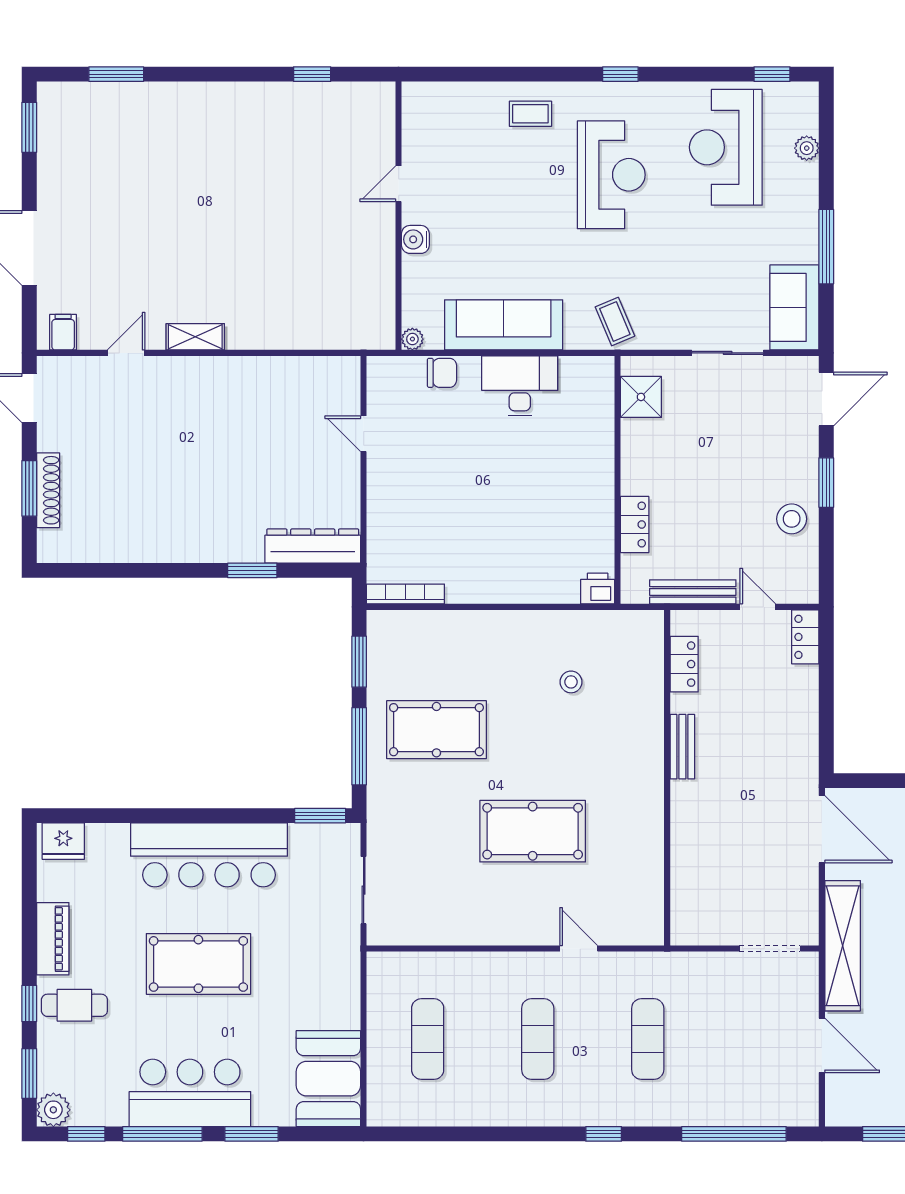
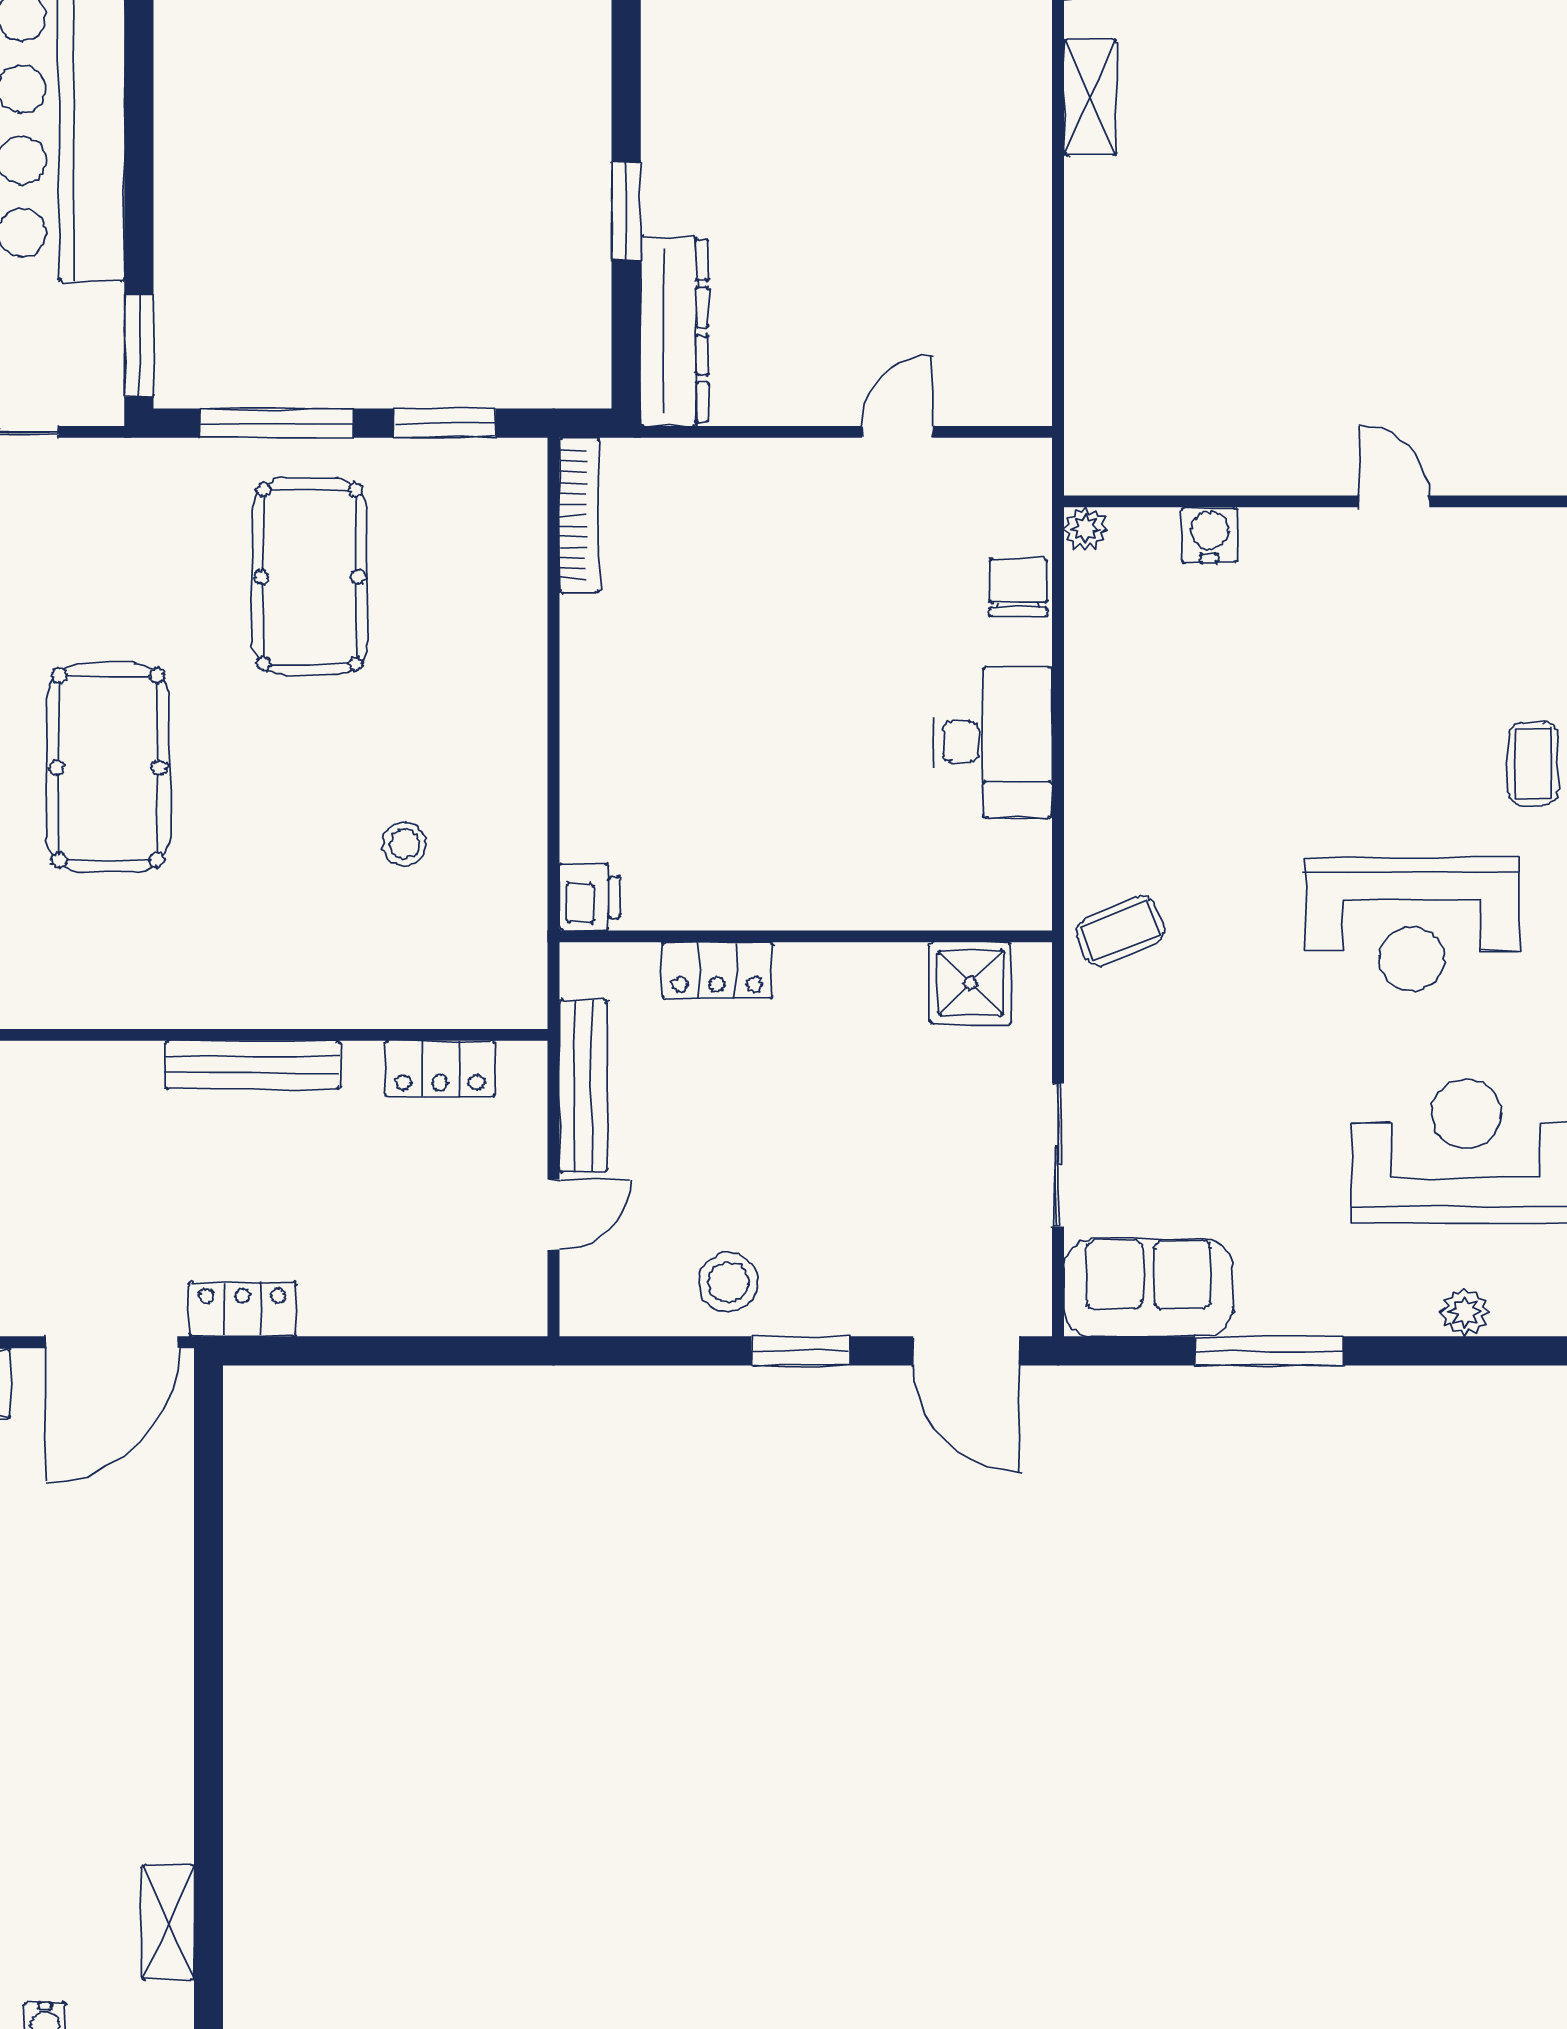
water cooler: (415, 239) -> (1209, 535), moved
sofa: (504, 325) -> (1114, 710), removed
chair: (442, 373) -> (1018, 588), turned 180
locker: (805, 637) -> (242, 1309), moved
bench: (682, 747) -> (253, 1065), width x1.36

